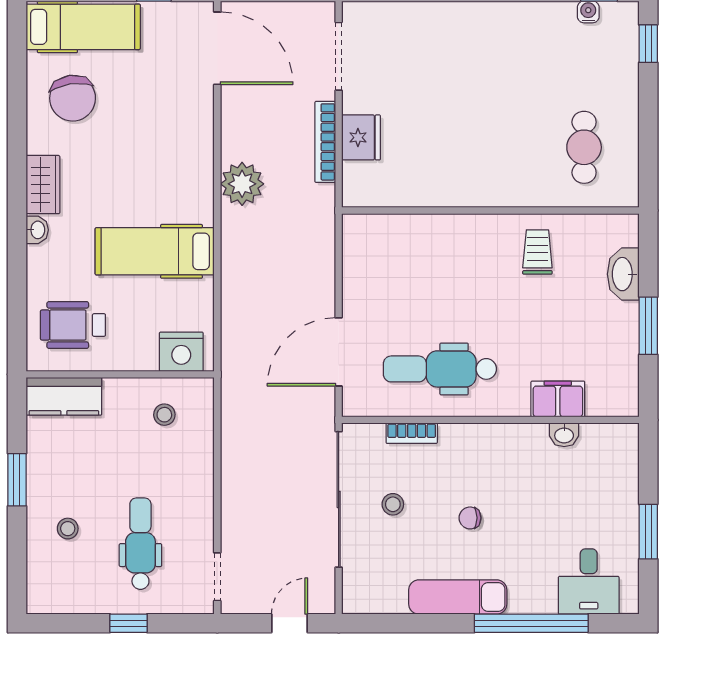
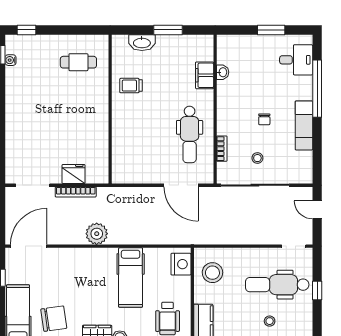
stool: (164, 415) -> (212, 273), width x1.89, depth x1.89
dental chair: (140, 544) -> (277, 285), width x1.36, depth x1.38

